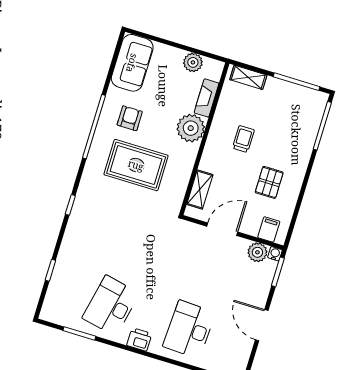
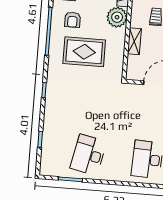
armchair: (130, 118) -> (73, 20), turned 180
shelving: (200, 190) -> (134, 41), moved
printer: (139, 339) -> (114, 174), removed

